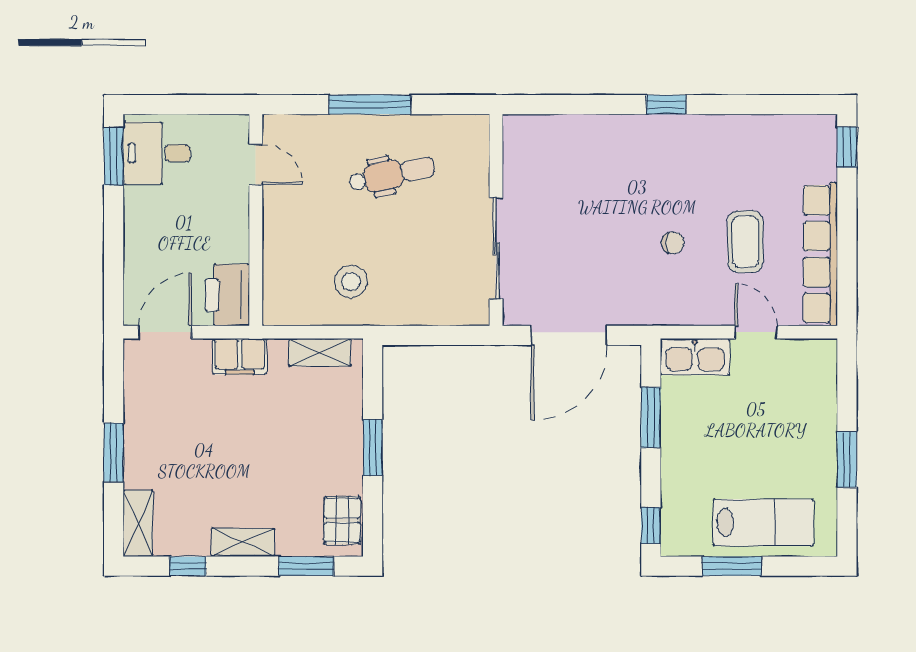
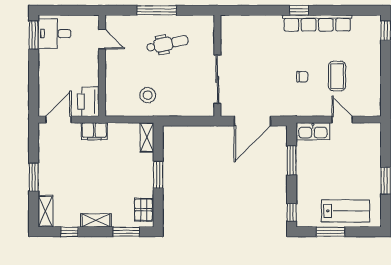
row of seats: (820, 254) -> (317, 23), moved, turned -90
shelving: (320, 352) -> (147, 137), moved, turned 90

